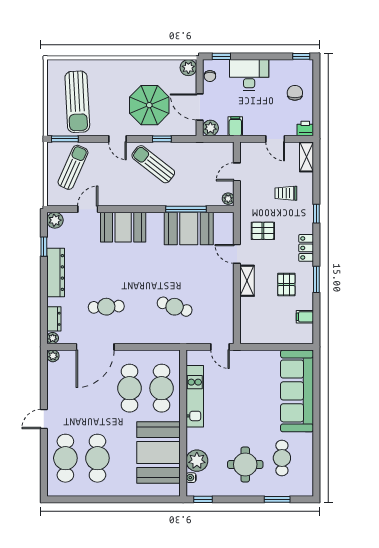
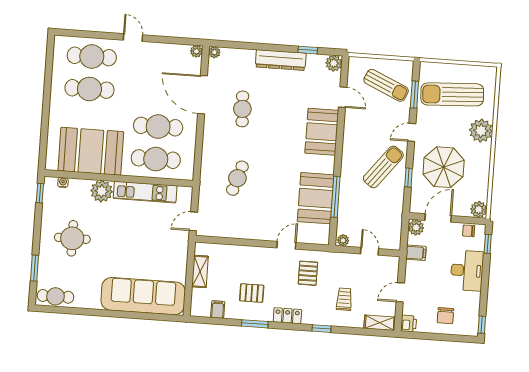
plant: (111, 71) -> (481, 131), added
chair: (295, 93) -> (445, 316), turned 90
window: (65, 139) -> (414, 95), moved
shelving: (247, 281) -> (200, 271), moved, turned 90
dresser: (54, 319) -> (234, 55), removed
cafe table: (282, 458) -> (55, 296), moved
plant: (197, 461) -> (102, 191), moved

